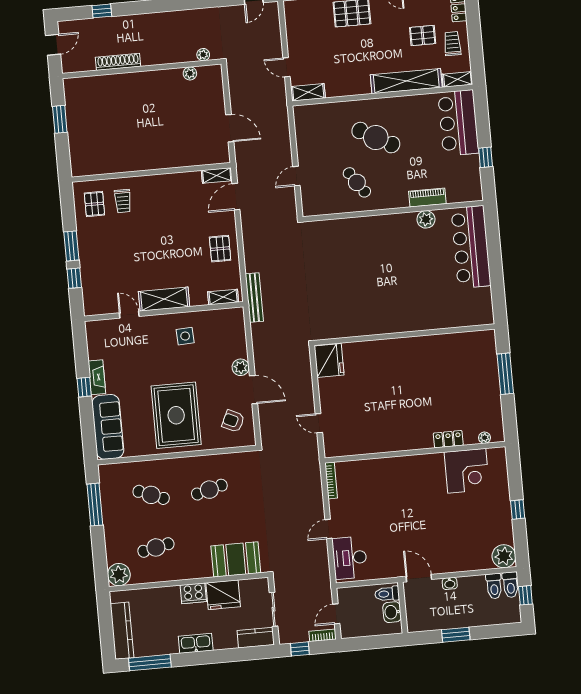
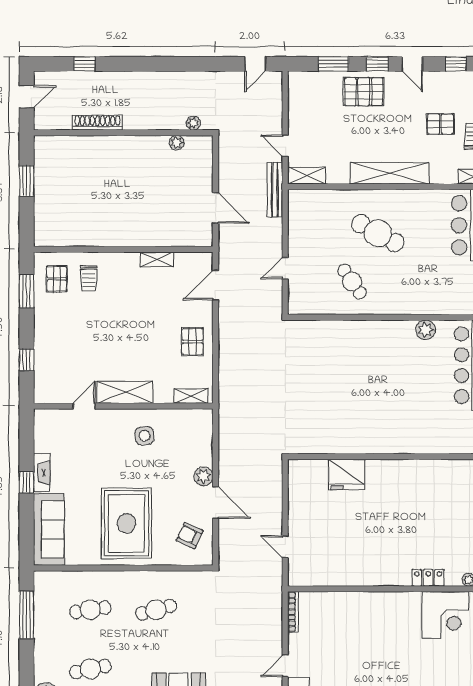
shelving: (406, 81) -> (389, 173), moved
shelving: (217, 175) -> (157, 259), moved
piano: (427, 198) -> (429, 306), removed
window: (71, 246) -> (27, 291), moved
bench: (254, 297) -> (275, 190), moved
door: (129, 315) -> (84, 406), hinge flipped
fridge: (329, 361) -> (347, 474), moved, turned 90
cafe table: (151, 495) -> (90, 610), turned -30

